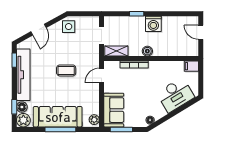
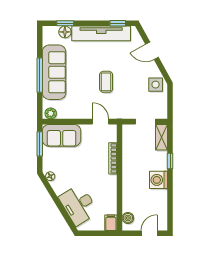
shelving: (116, 51) -> (162, 137), moved
boiler: (147, 51) -> (128, 218), moved
plant: (23, 120) -> (50, 34), removed

